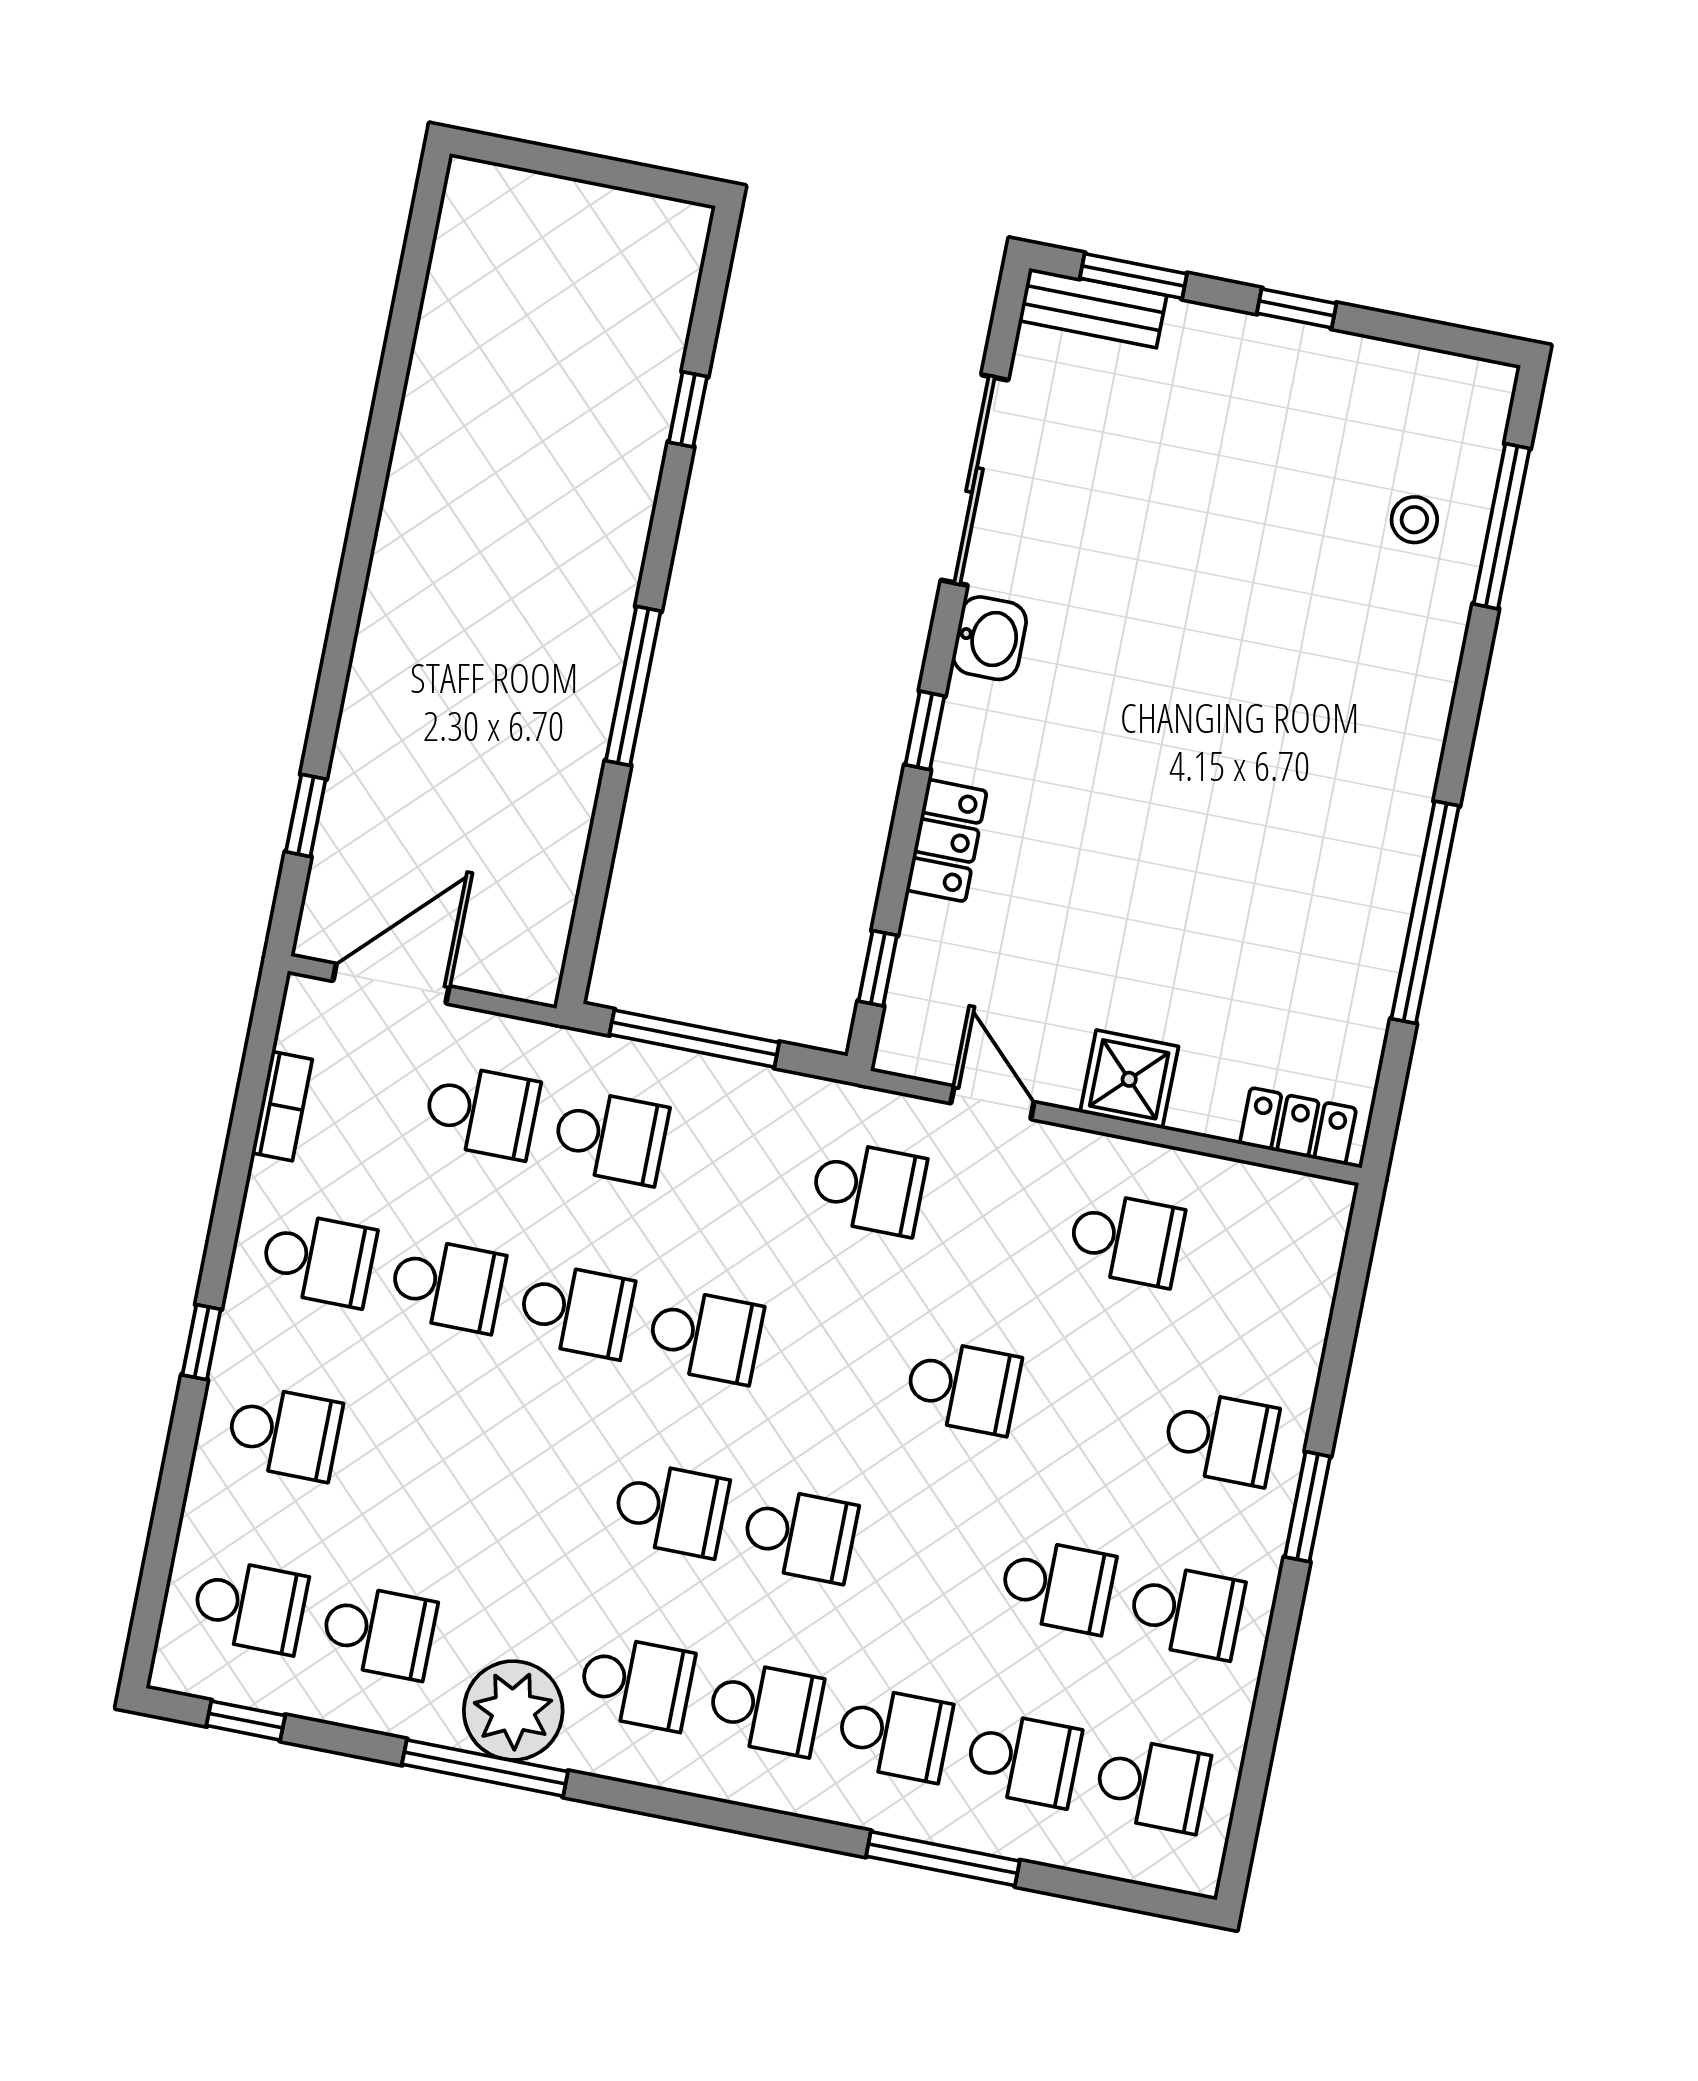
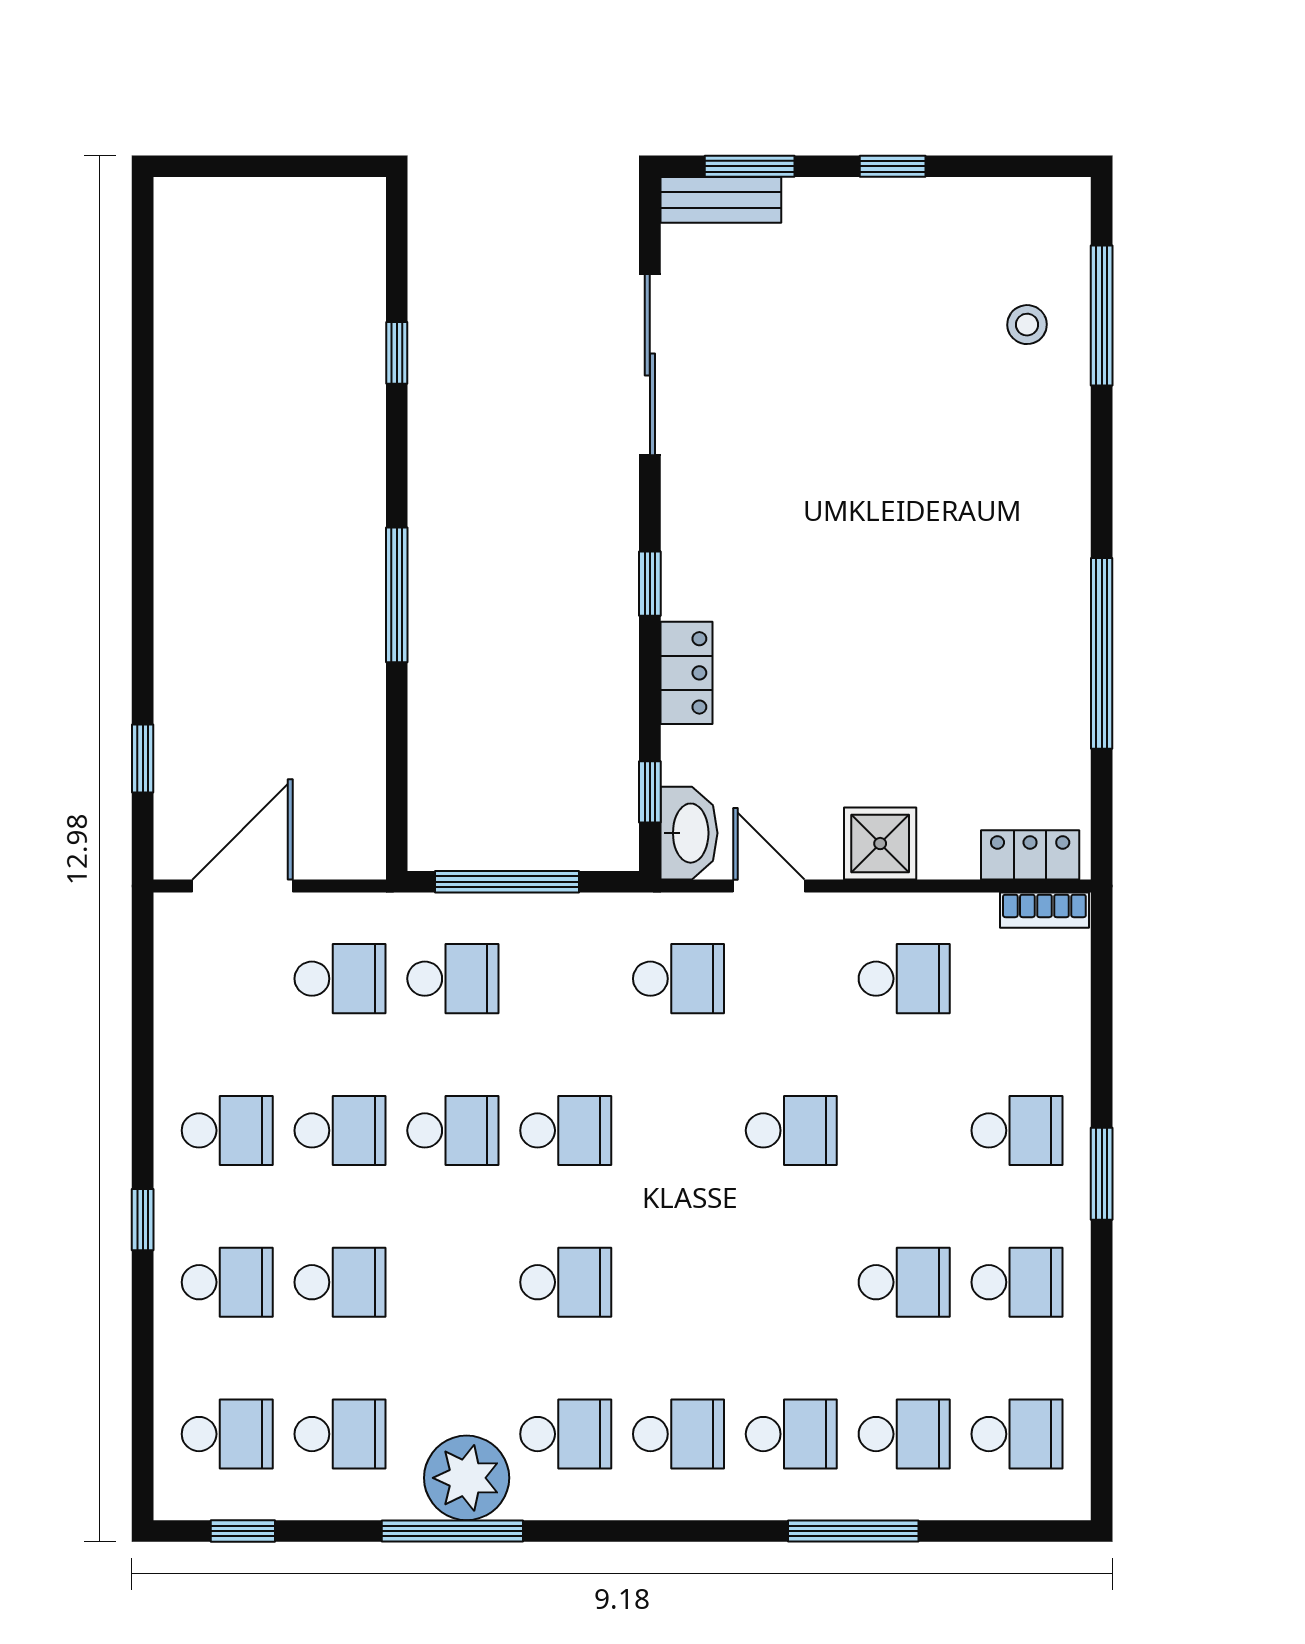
washbasin: (990, 638) -> (689, 833), moved, width x1.38
bookcase: (282, 1106) -> (1044, 910), moved, turned 90
school desk: (800, 1535) -> (340, 1282), moved

